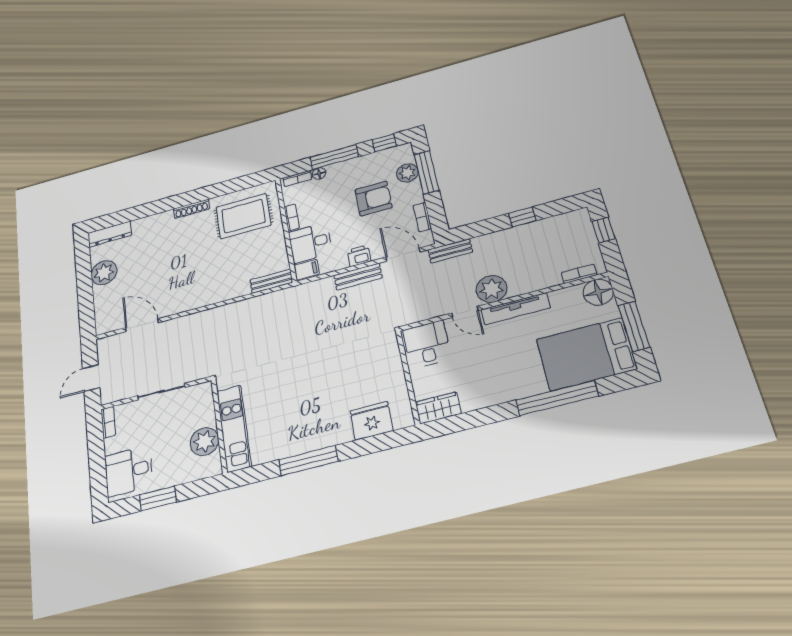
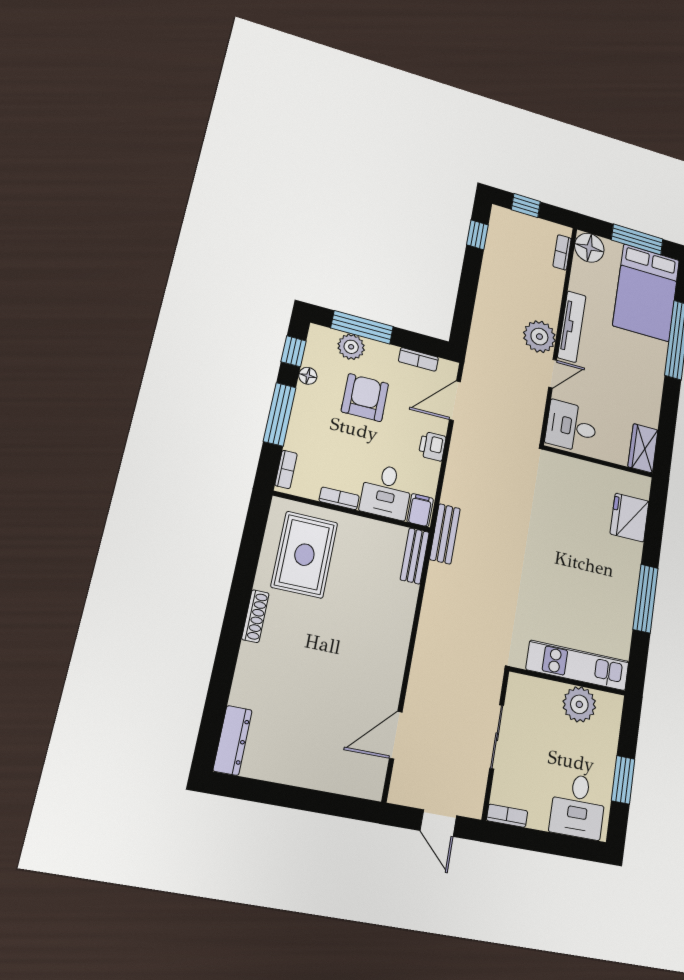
floor lamp: (319, 173) -> (308, 376), moved
window: (522, 217) -> (477, 235), moved
bench: (450, 251) -> (475, 353), removed
plant: (104, 273) -> (291, 765), removed
bench: (358, 277) -> (445, 534), moved

